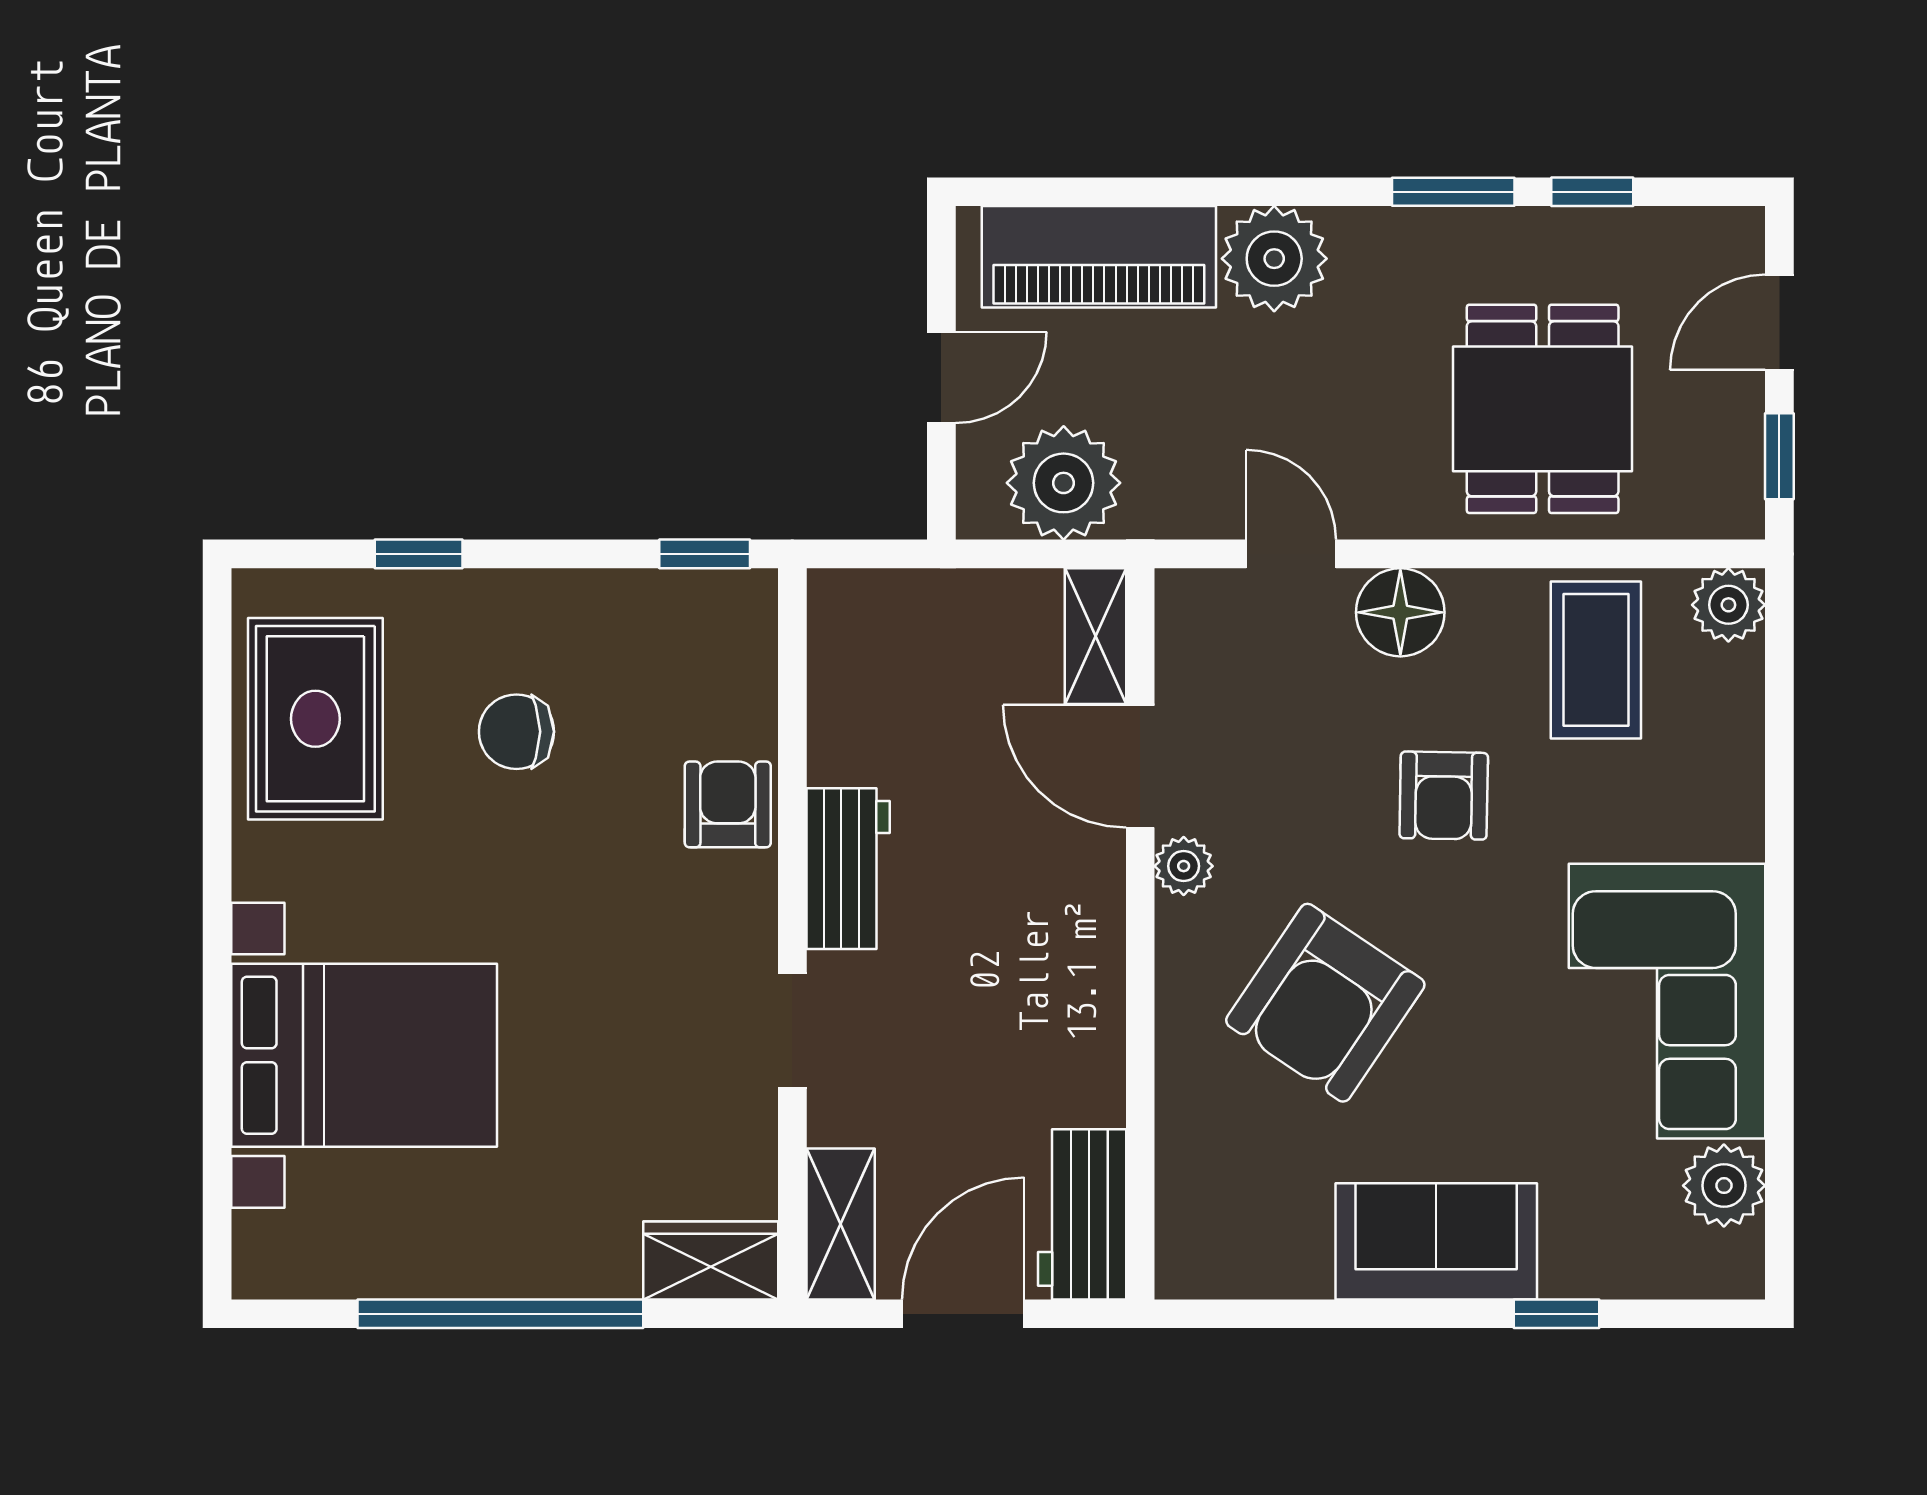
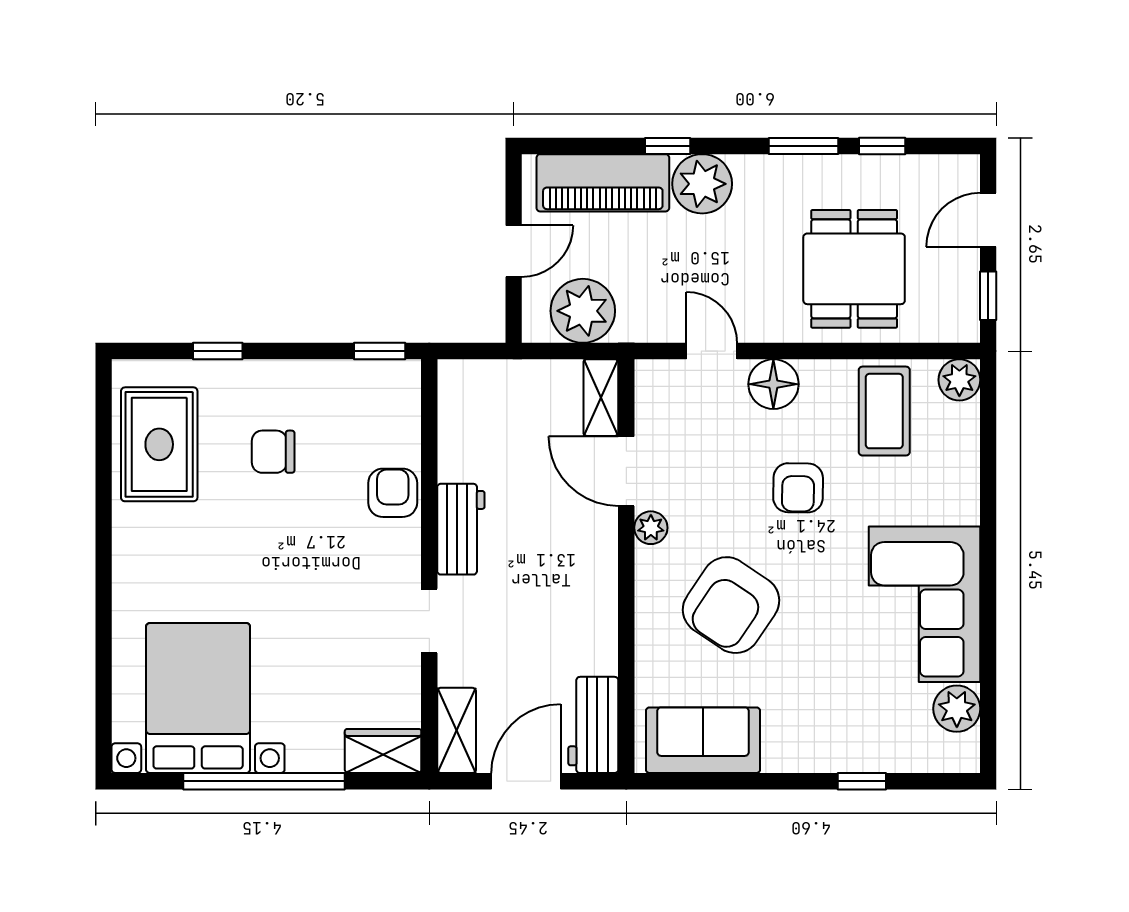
window: (1213, 192) -> (668, 146), added
bed with nightstands: (364, 1055) -> (198, 698), moved, turned -90
sofa: (1436, 1241) -> (703, 740), moved

